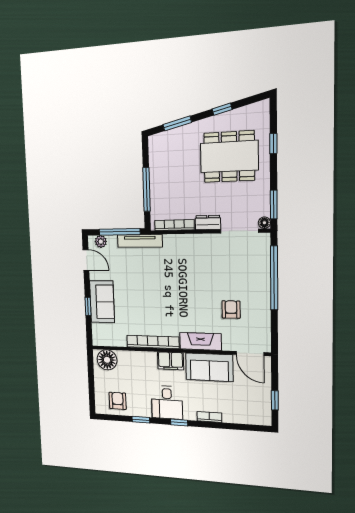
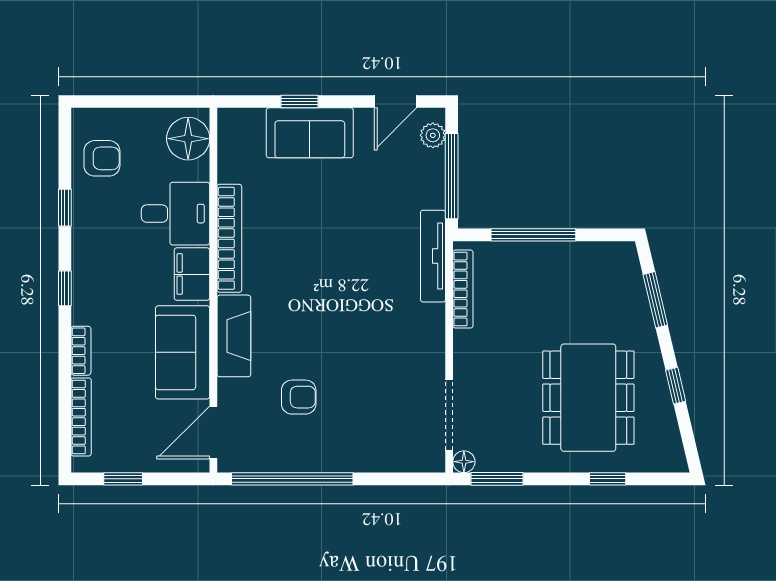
dresser: (208, 222) -> (467, 355), removed
tv unit: (140, 241) -> (433, 256), moved
window: (274, 278) -> (292, 479), moved
desk: (167, 402) -> (176, 214), moved, turned 180
bookcase: (243, 419) -> (81, 417), added

